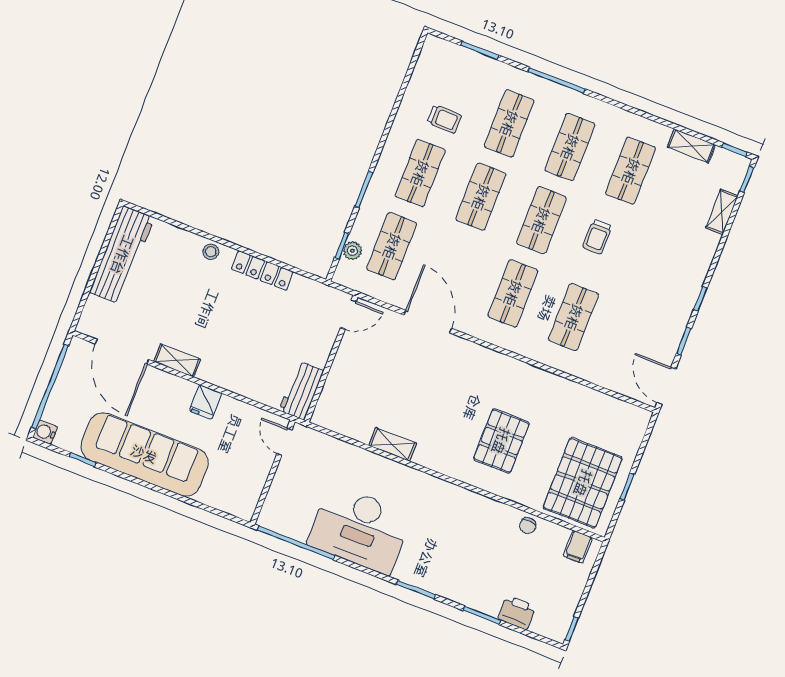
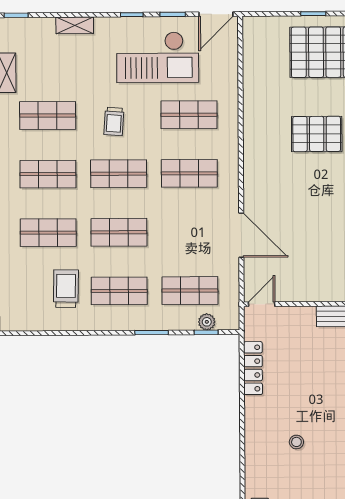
trolley: (444, 119) -> (66, 289), width x1.36, depth x1.39
shelving: (722, 212) -> (75, 25), moved
trolley: (597, 237) -> (114, 121), turned 94
stool: (211, 252) -> (296, 442), moved
locker: (262, 270) -> (253, 368), moved
checkout: (646, 308) -> (158, 57), added
door: (348, 315) -> (262, 304), hinge flipped
door: (428, 322) -> (241, 235), swing flipped

